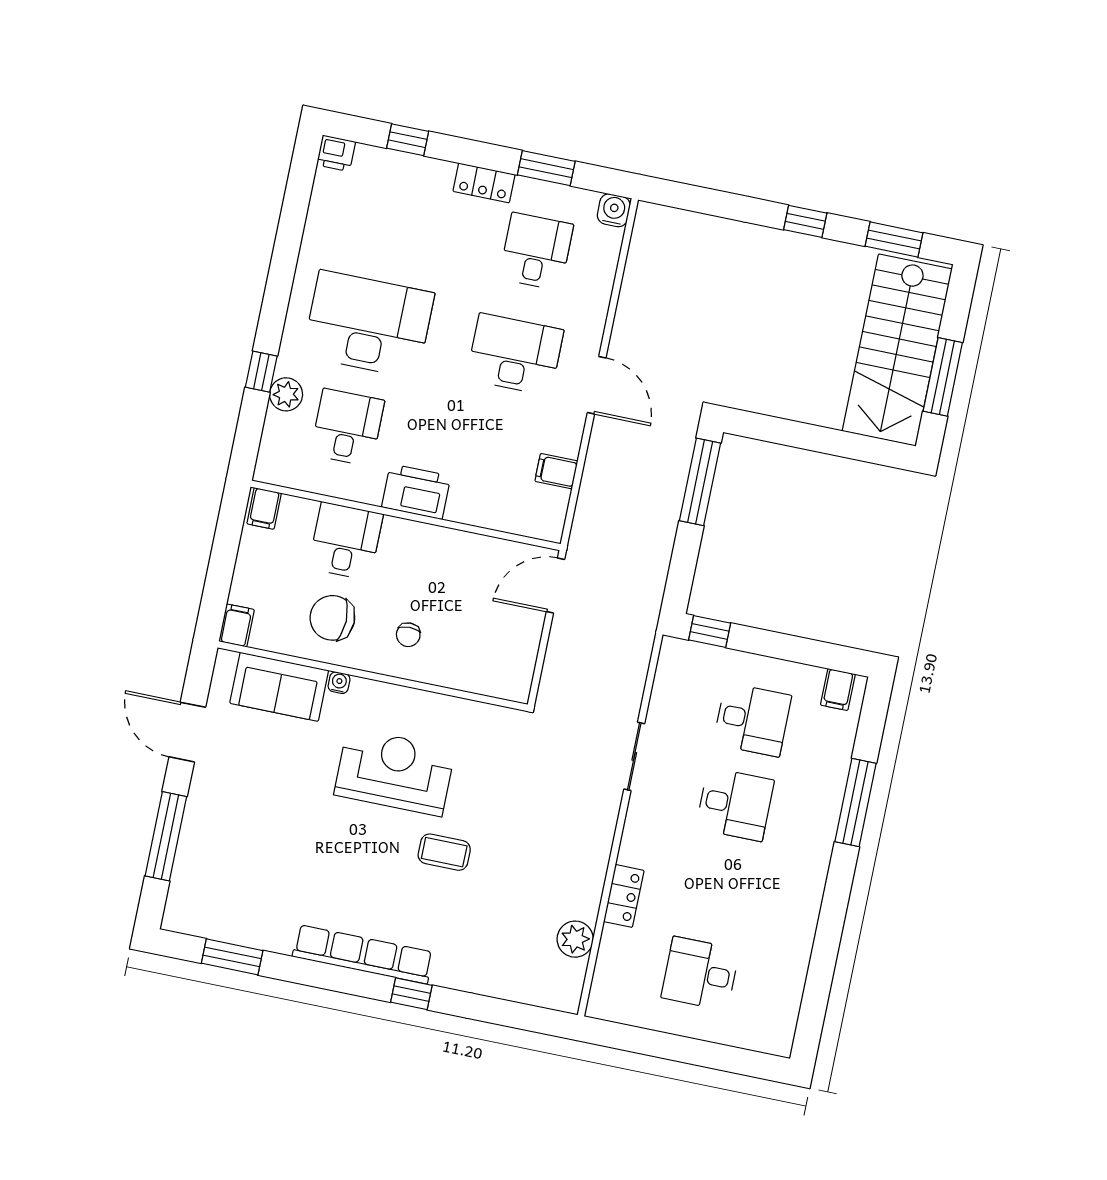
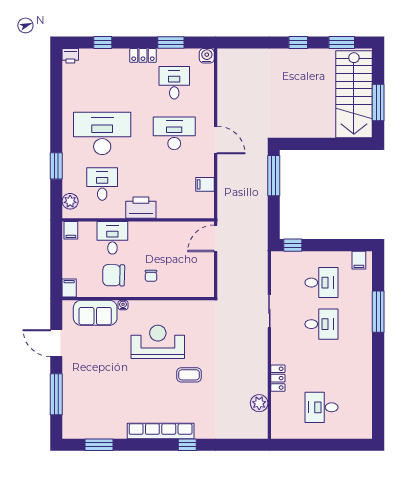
window: (261, 372) -> (56, 166), width x1.50
plant: (286, 394) -> (70, 201), moved

